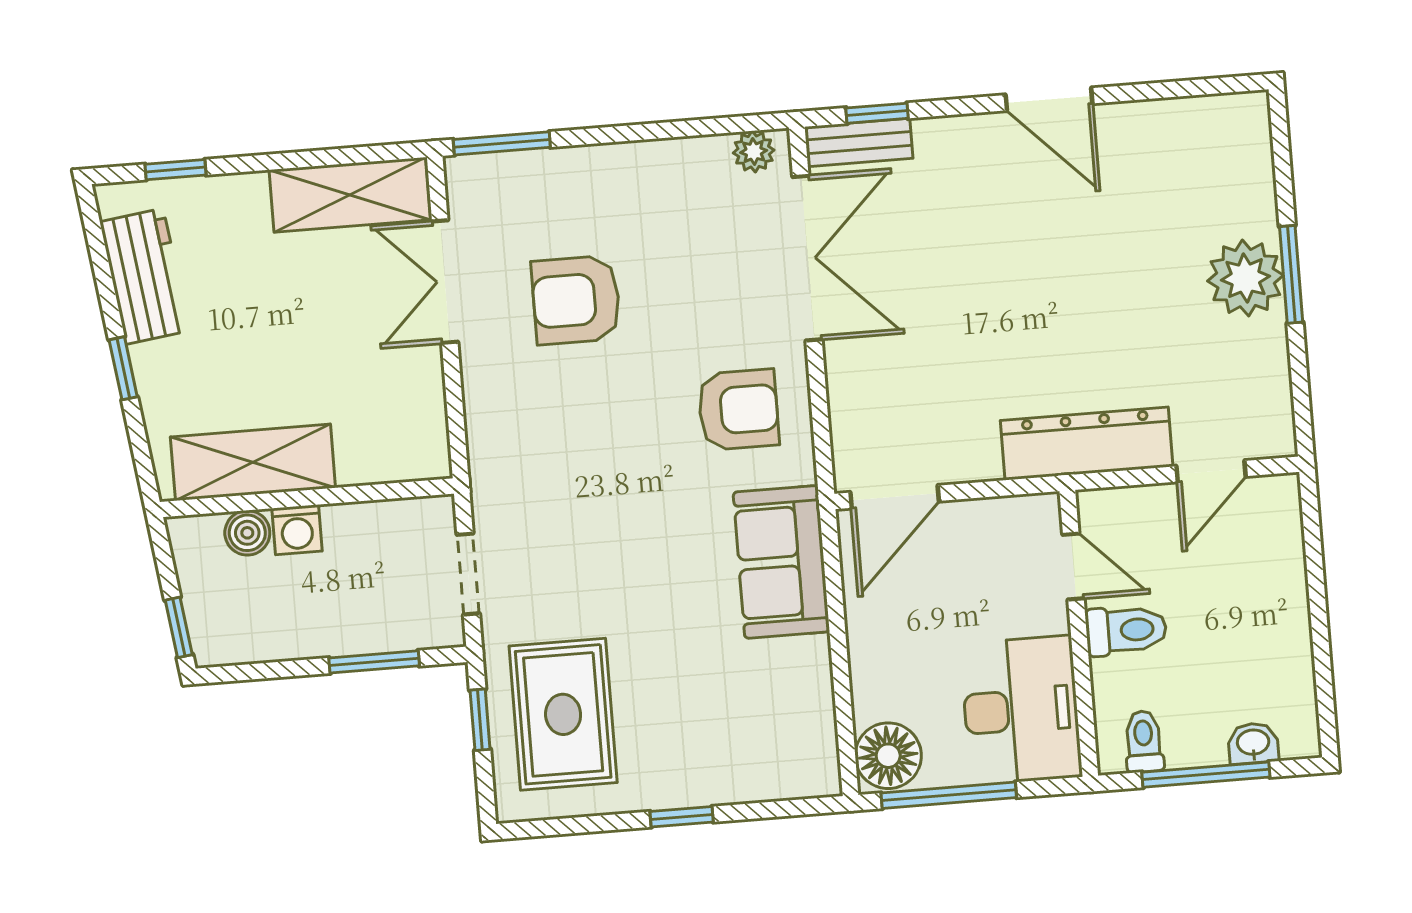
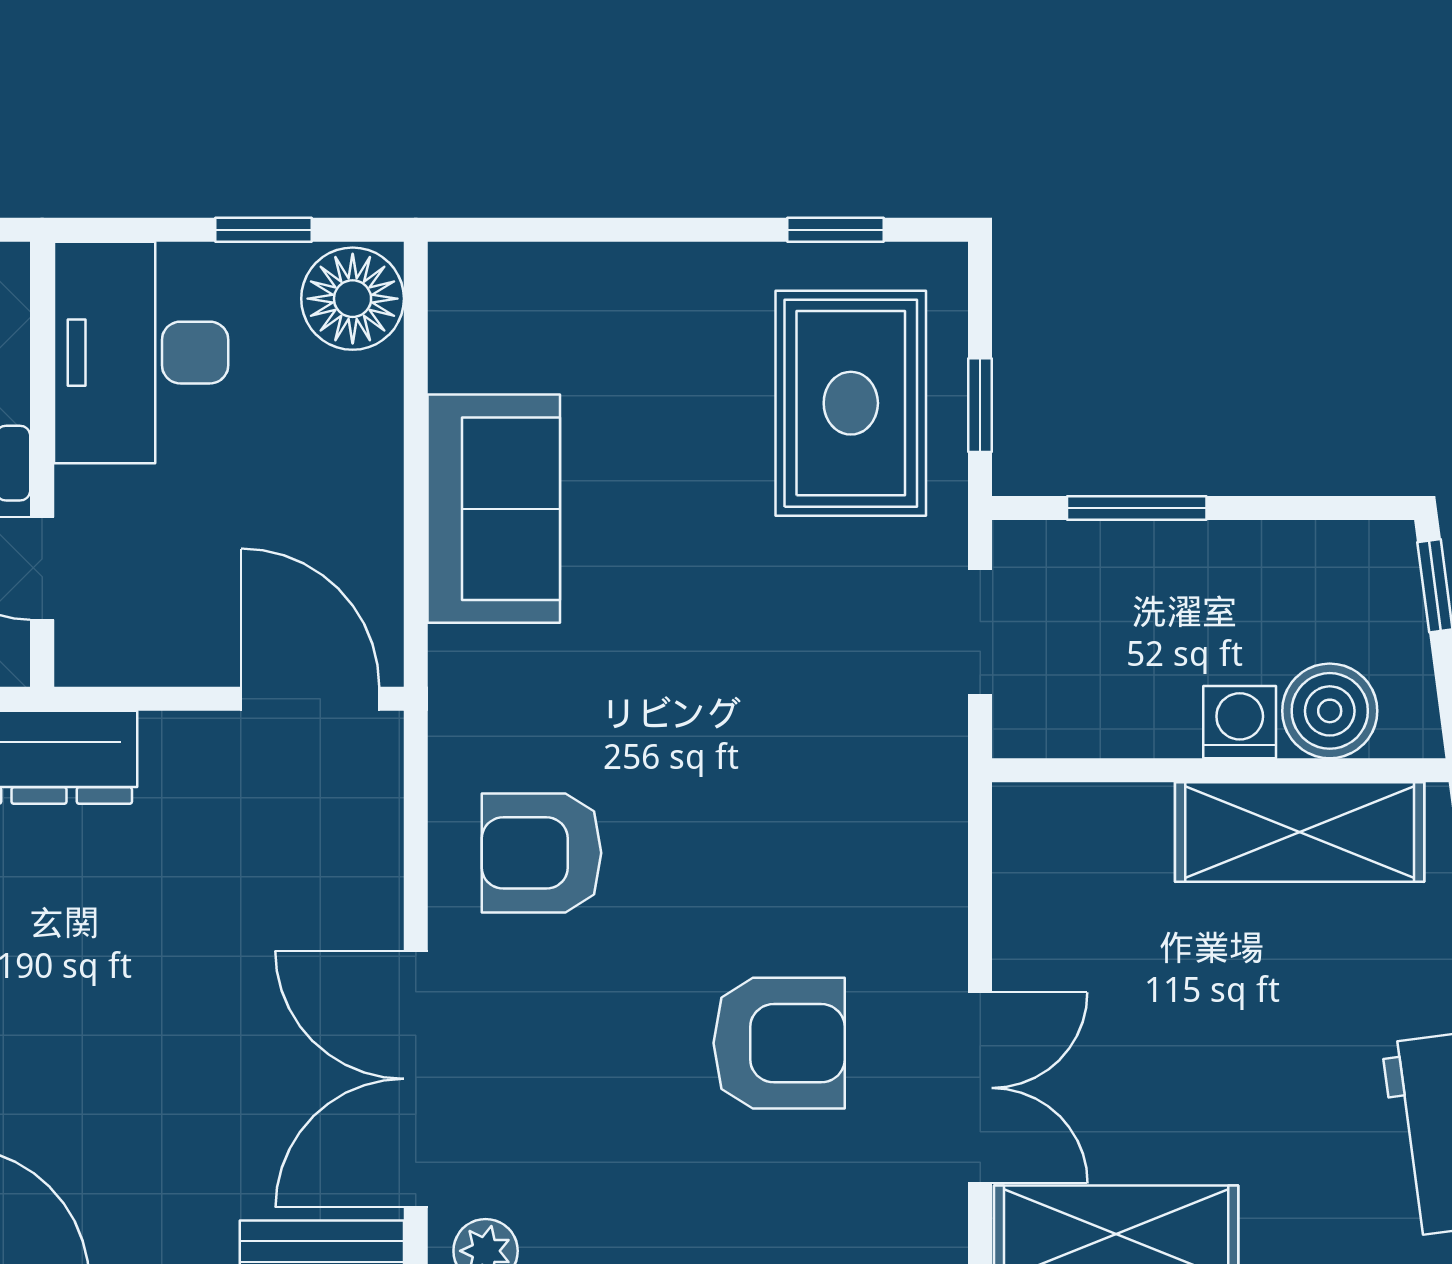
door: (895, 497) -> (310, 699), hinge flipped
boiler: (247, 533) -> (1330, 711), width x1.36, depth x1.36
sofa: (781, 562) -> (494, 509), moved
window: (949, 795) -> (264, 230), width x0.46
window: (682, 817) -> (835, 230), moved

